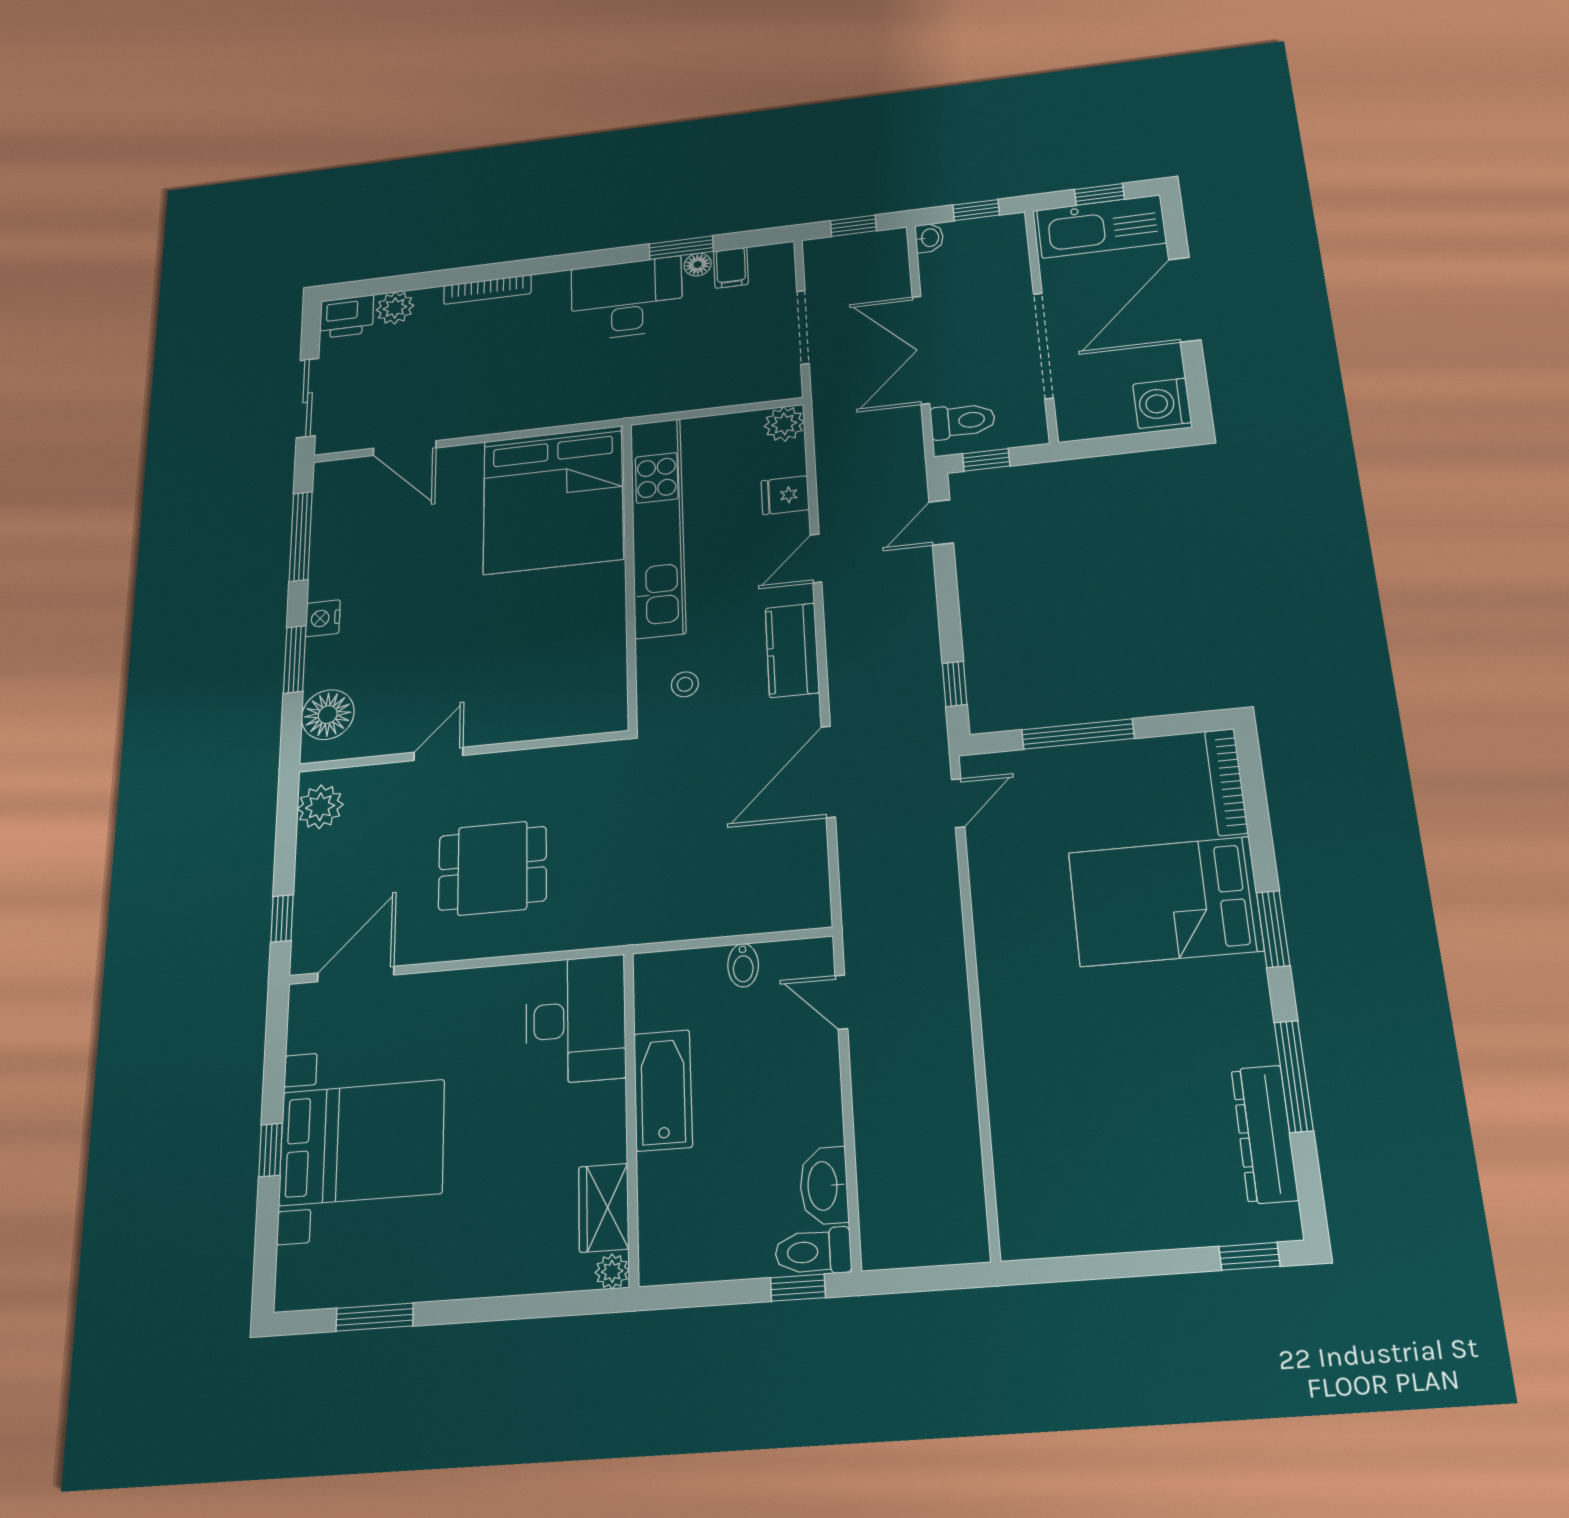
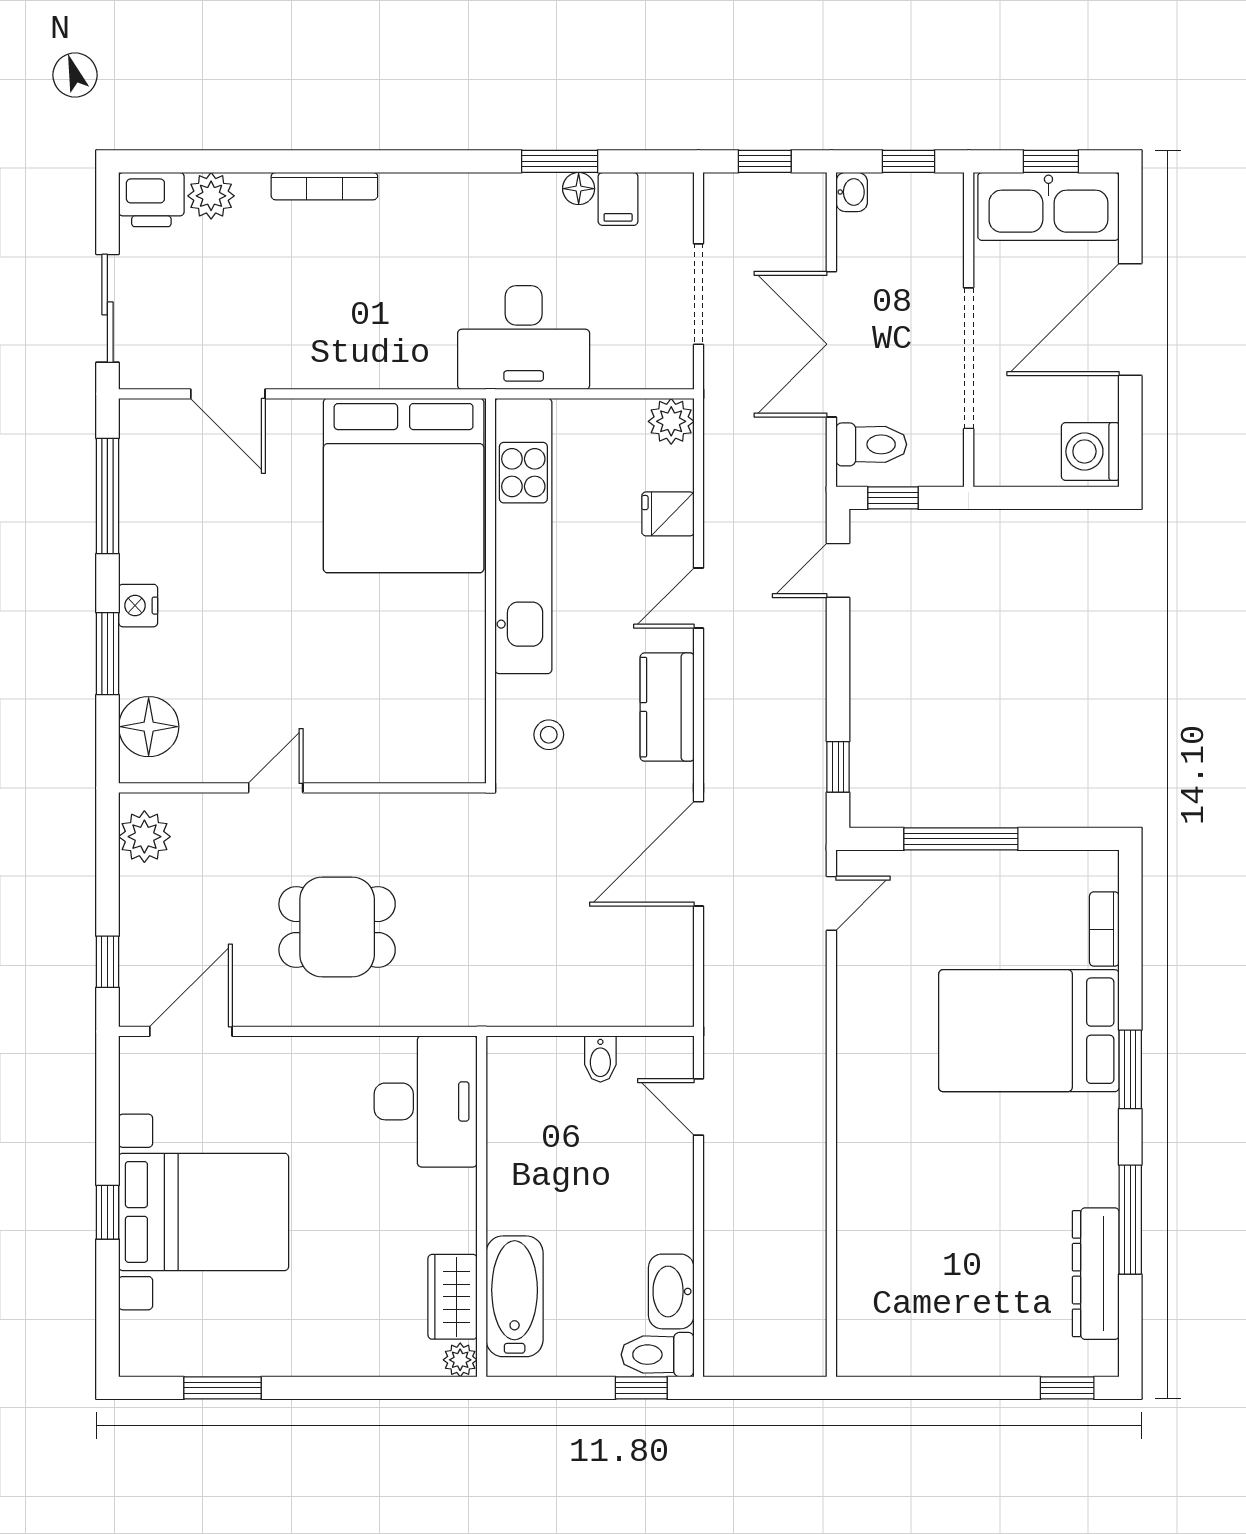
desk: (627, 299) -> (524, 338), moved, turned 180
bookcase: (1226, 782) -> (1104, 929), width x0.64
bathtub: (663, 1090) -> (515, 1296), moved

